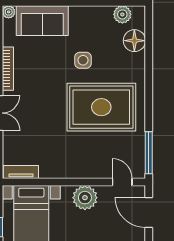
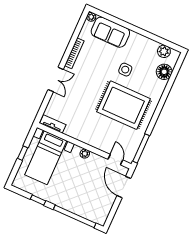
plant: (85, 198) -> (85, 154), width x0.53, depth x0.53

